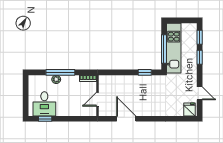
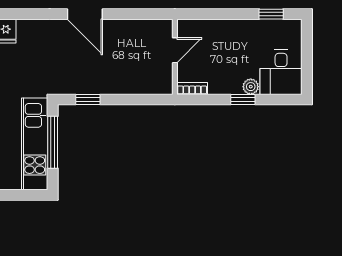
window: (60, 72) -> (243, 100), width x0.46
desk: (44, 104) -> (281, 72), moved, turned 180
door: (126, 119) -> (85, 14), moved

